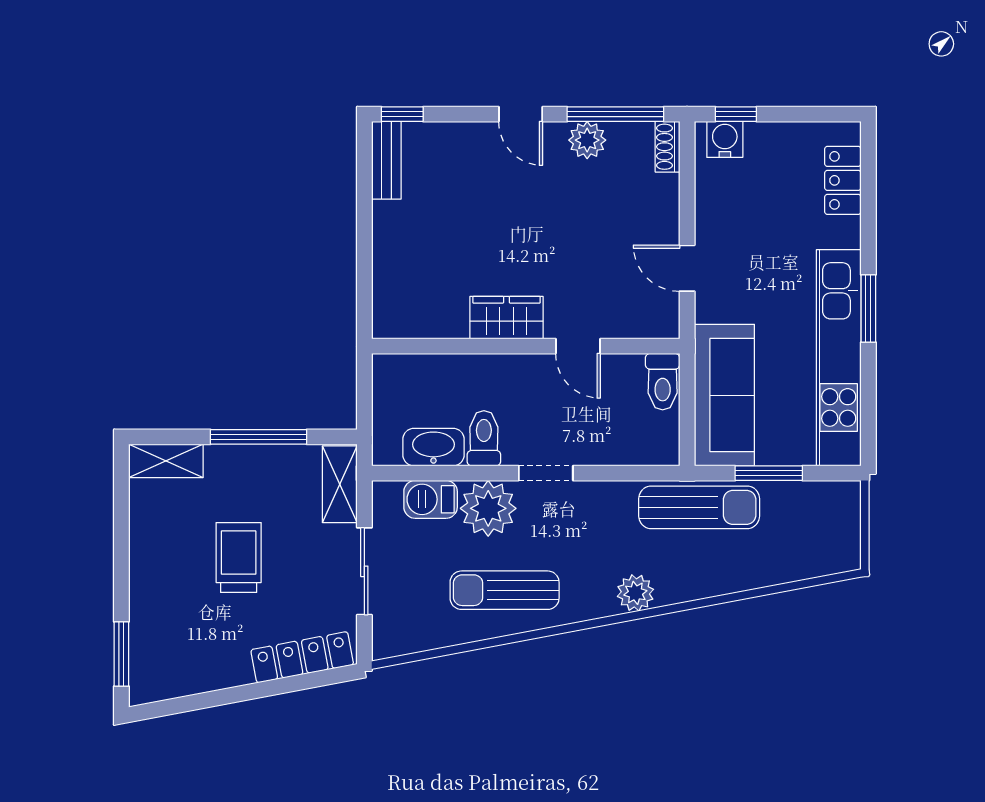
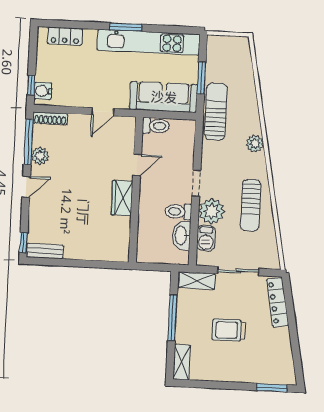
shoe rack: (667, 147) -> (50, 118), width x1.43

